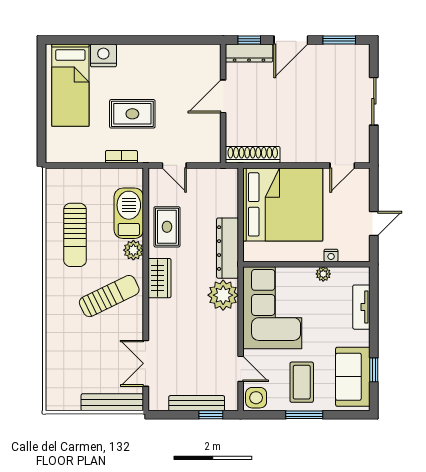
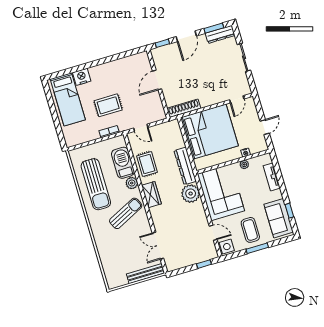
dresser: (249, 53) -> (220, 34), moved
sun lounger: (75, 235) -> (96, 184), width x1.36, depth x1.34
bench: (197, 403) -> (194, 260), removed

